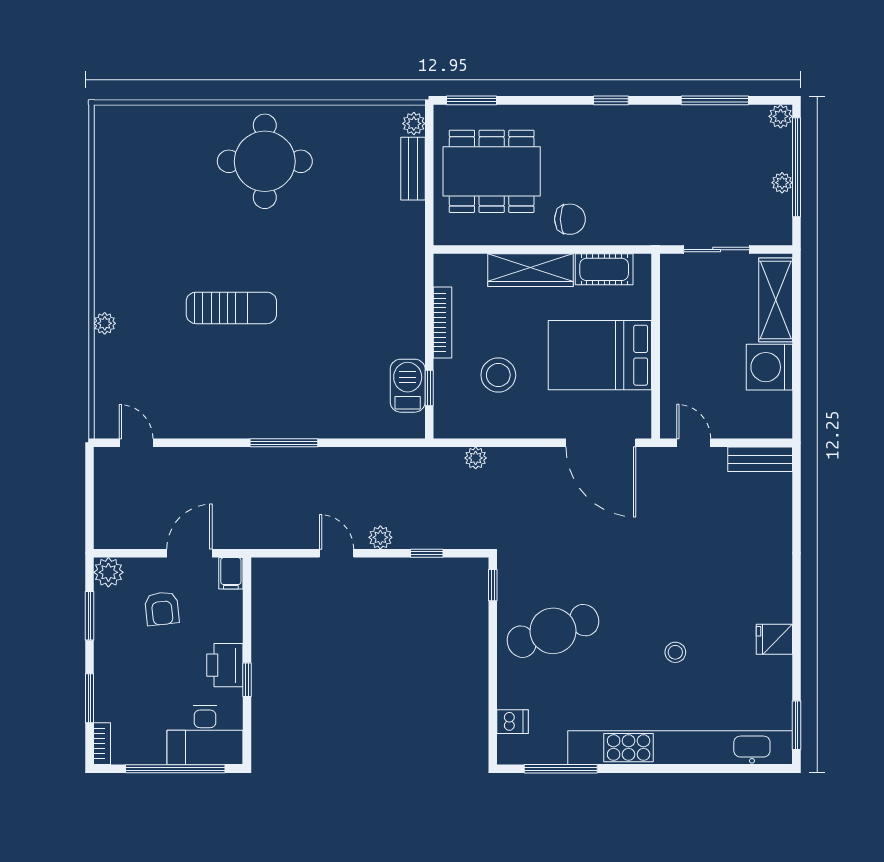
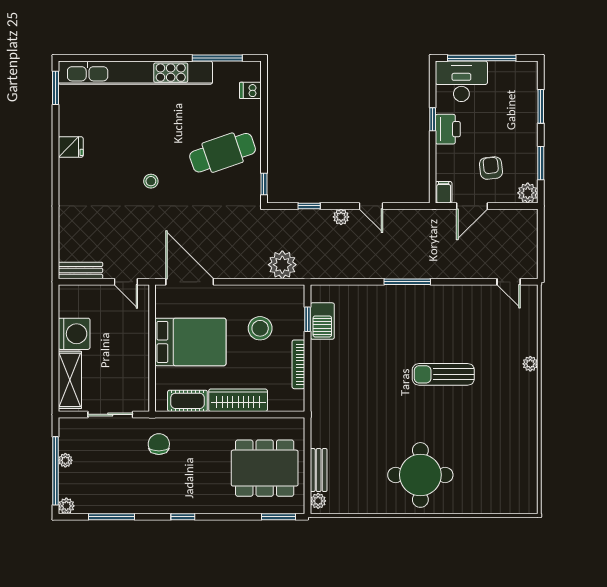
chair: (570, 219) -> (159, 444), moved, turned 90
plant: (476, 458) -> (282, 265), width x1.87, depth x1.87
stool: (675, 652) -> (151, 181), moved
bookcase: (102, 744) -> (532, 75), removed

